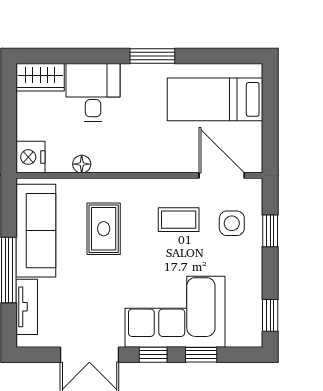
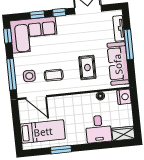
window: (152, 56) -> (61, 150), moved
window: (270, 231) -> (12, 74), width x2.17
corner sofa: (175, 312) -> (34, 35), moved

